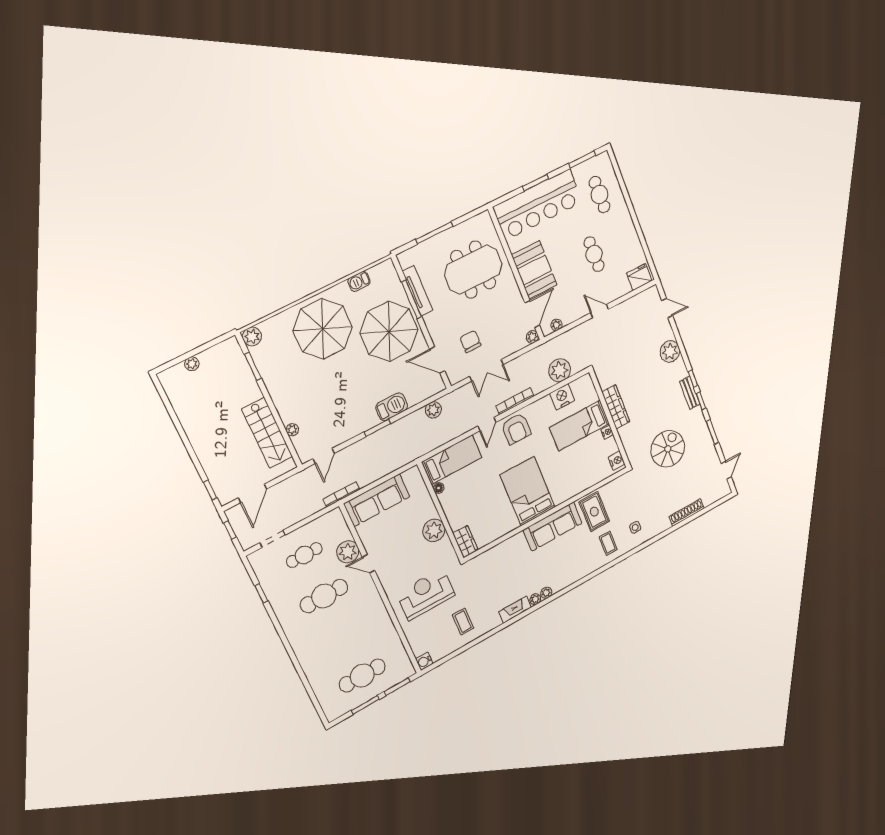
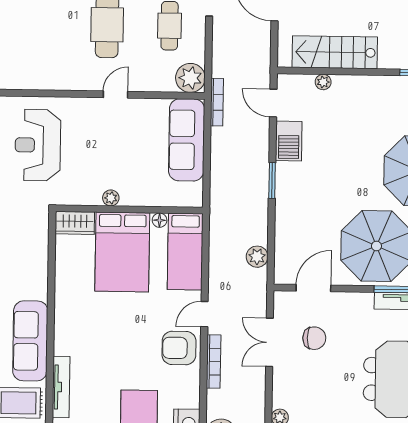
barbecue: (392, 407) -> (289, 141), moved
door: (487, 424) -> (204, 314), hinge flipped
bed: (528, 491) -> (122, 252), moved, turned 90
tv unit: (573, 491) -> (61, 387), added
plant: (434, 530) -> (111, 198), width x0.53, depth x0.53
plant: (348, 552) -> (190, 78), moved
reception desk: (426, 594) -> (38, 145), turned 180

